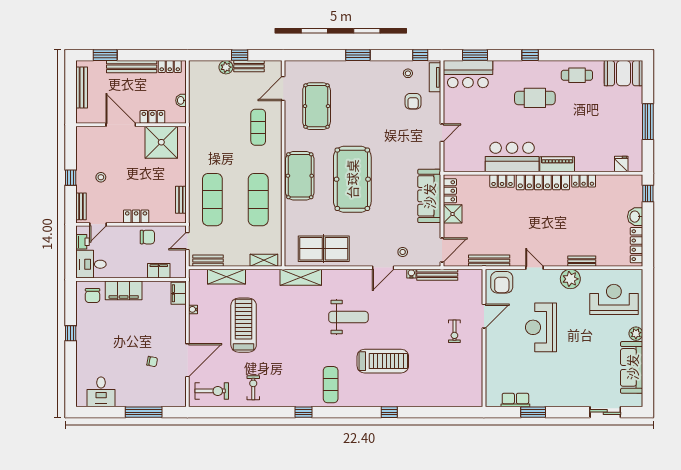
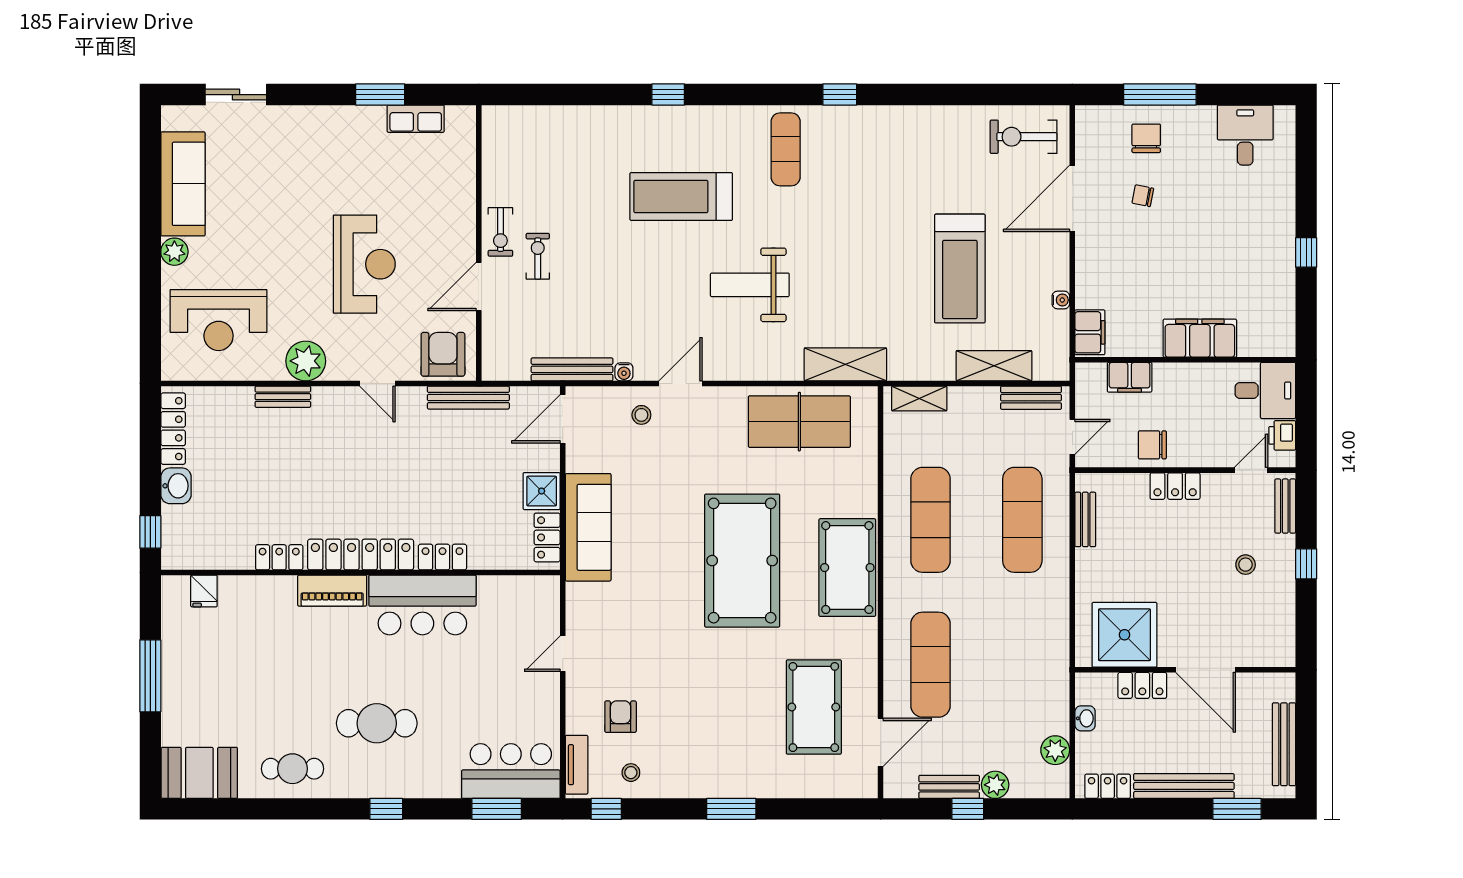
plant: (196, 85) -> (1055, 750), added
exercise mat: (258, 127) -> (931, 665), width x1.36, depth x1.45
chair: (93, 296) -> (1146, 138), moved
exercise bike: (253, 388) -> (500, 232), moved

